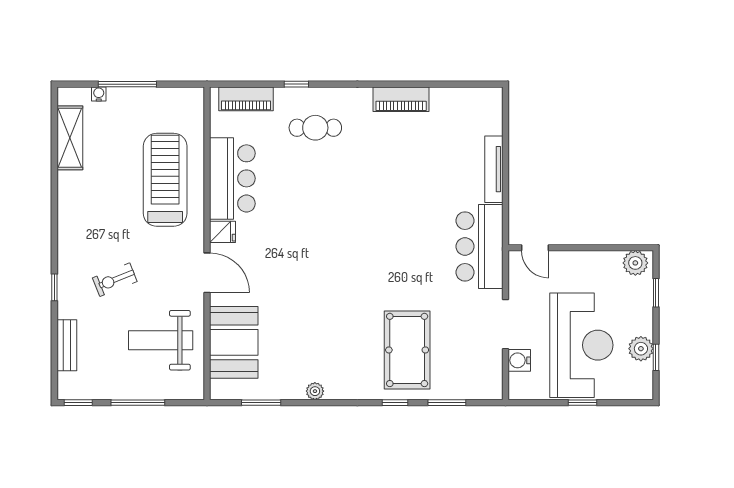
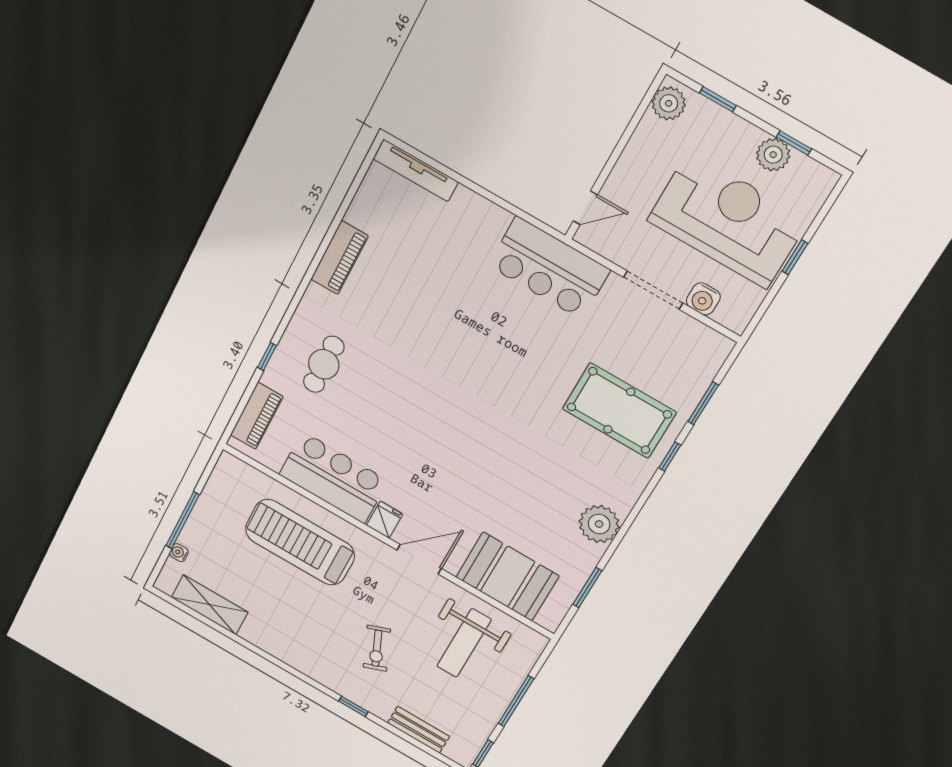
tv unit: (494, 169) -> (416, 170), moved
plant: (315, 391) -> (599, 524), width x1.88, depth x1.88

